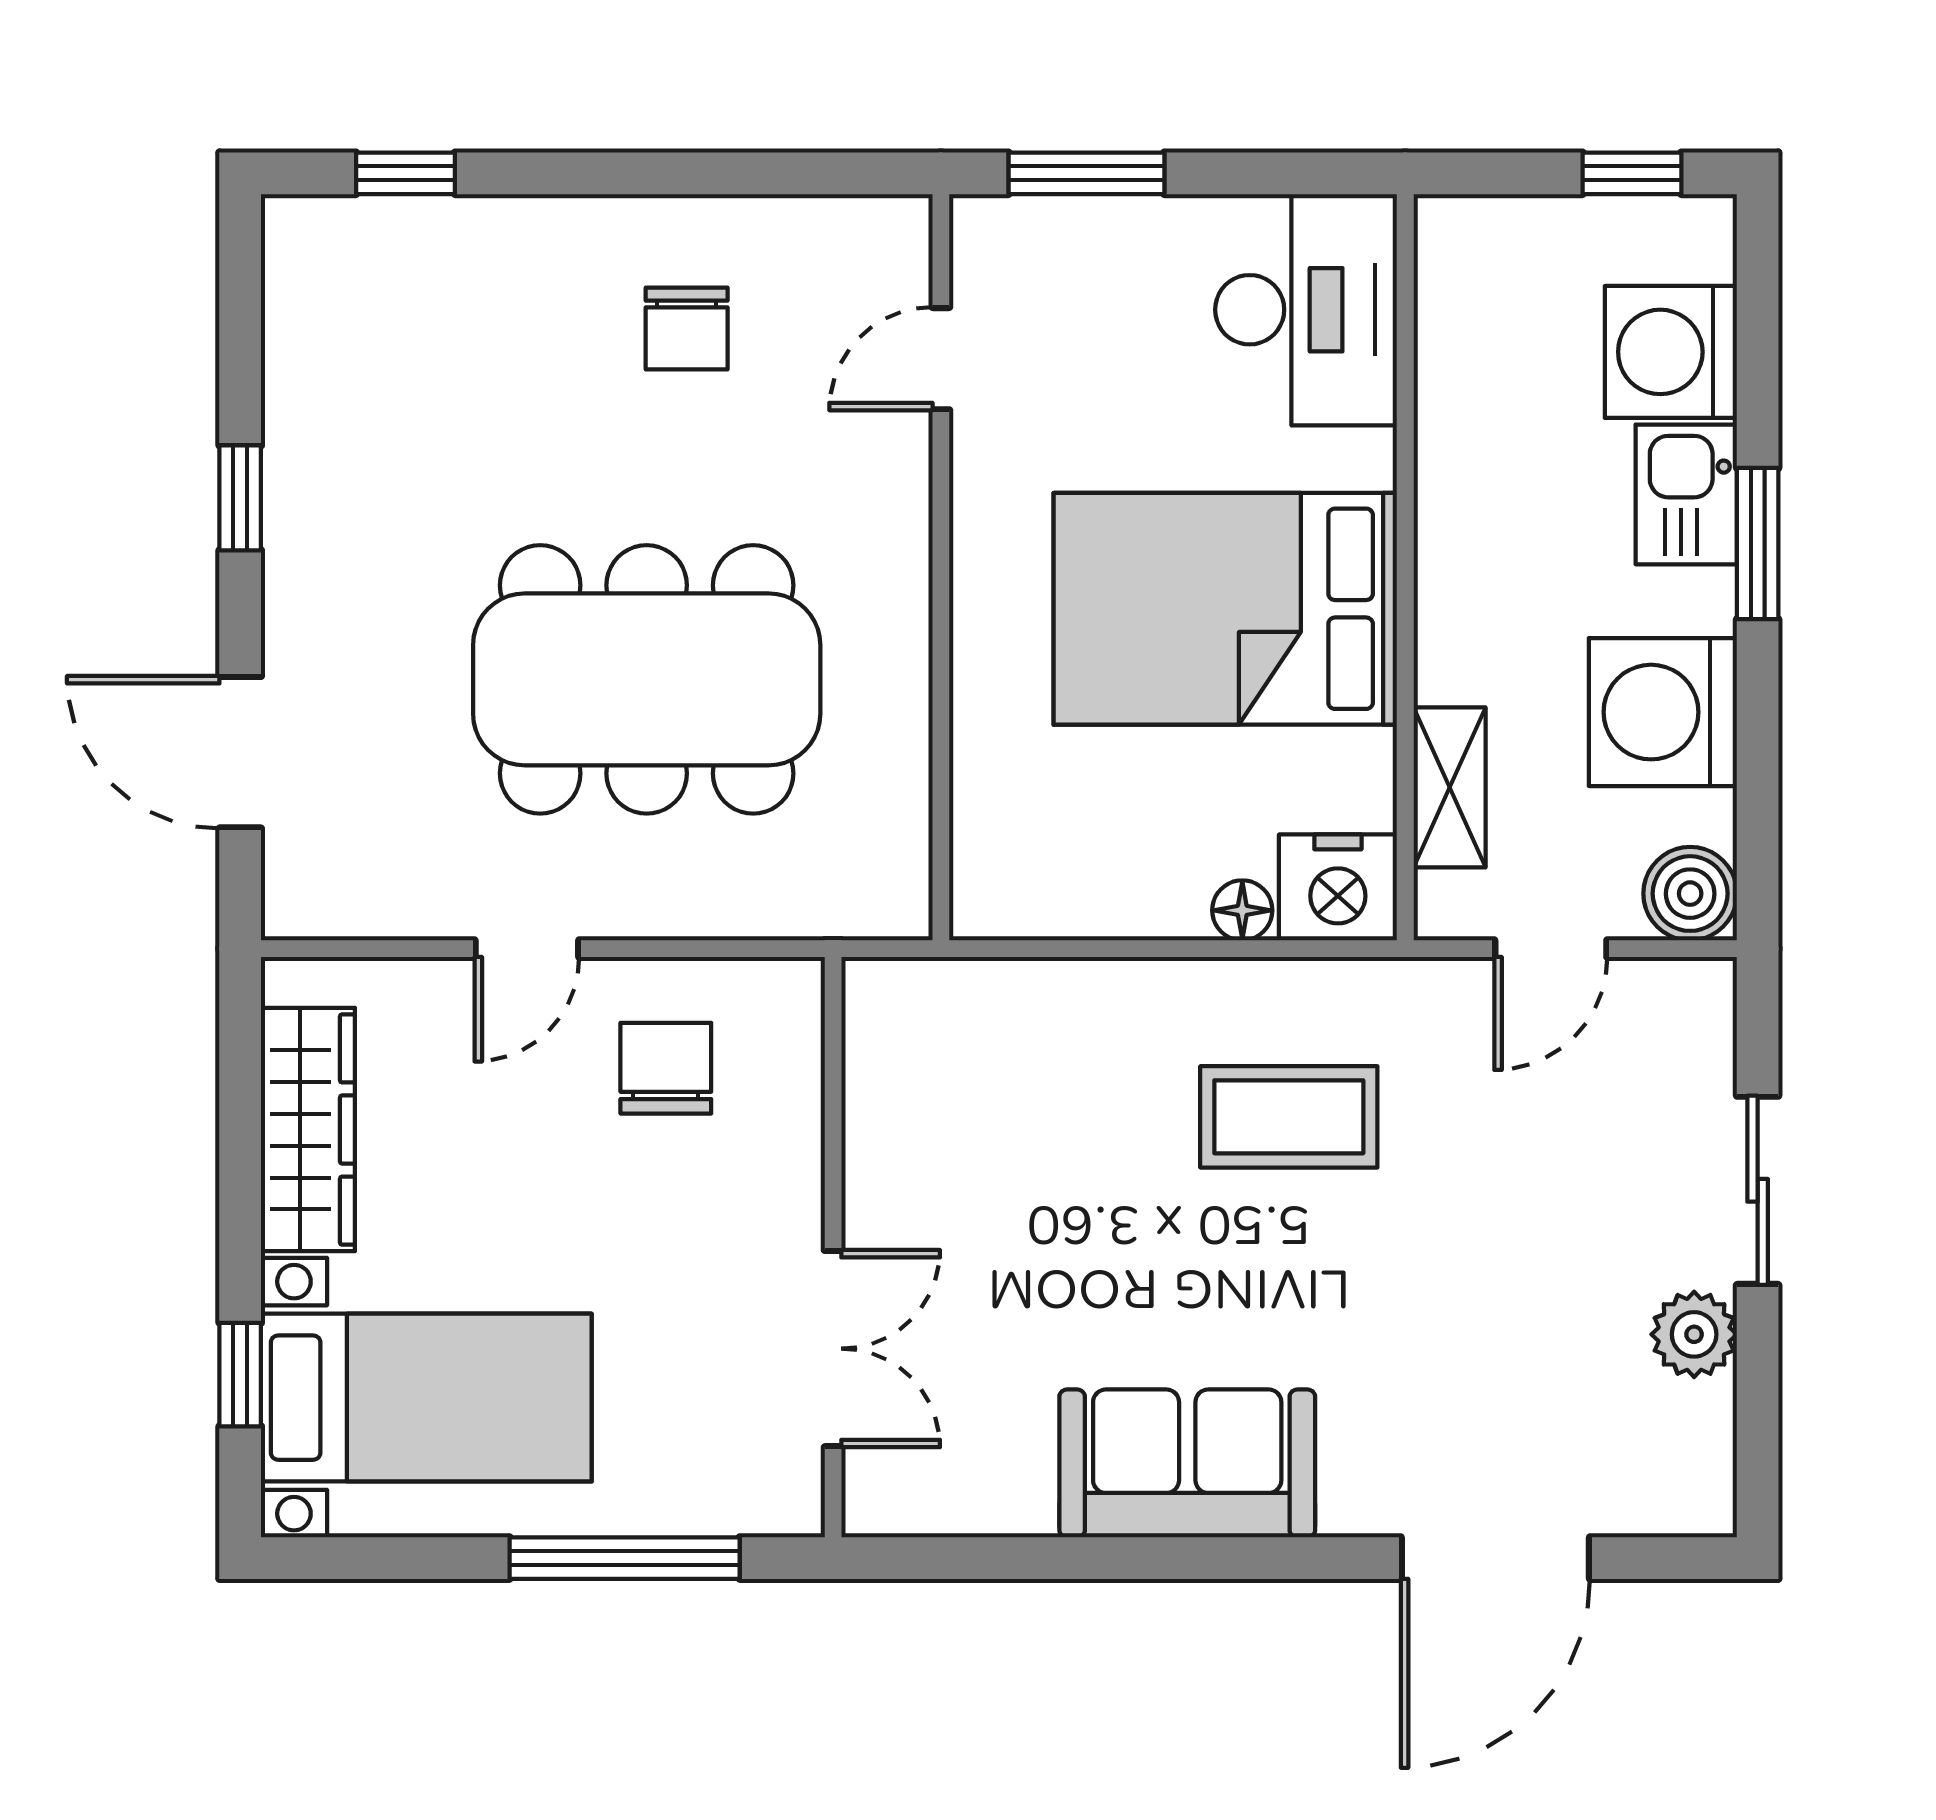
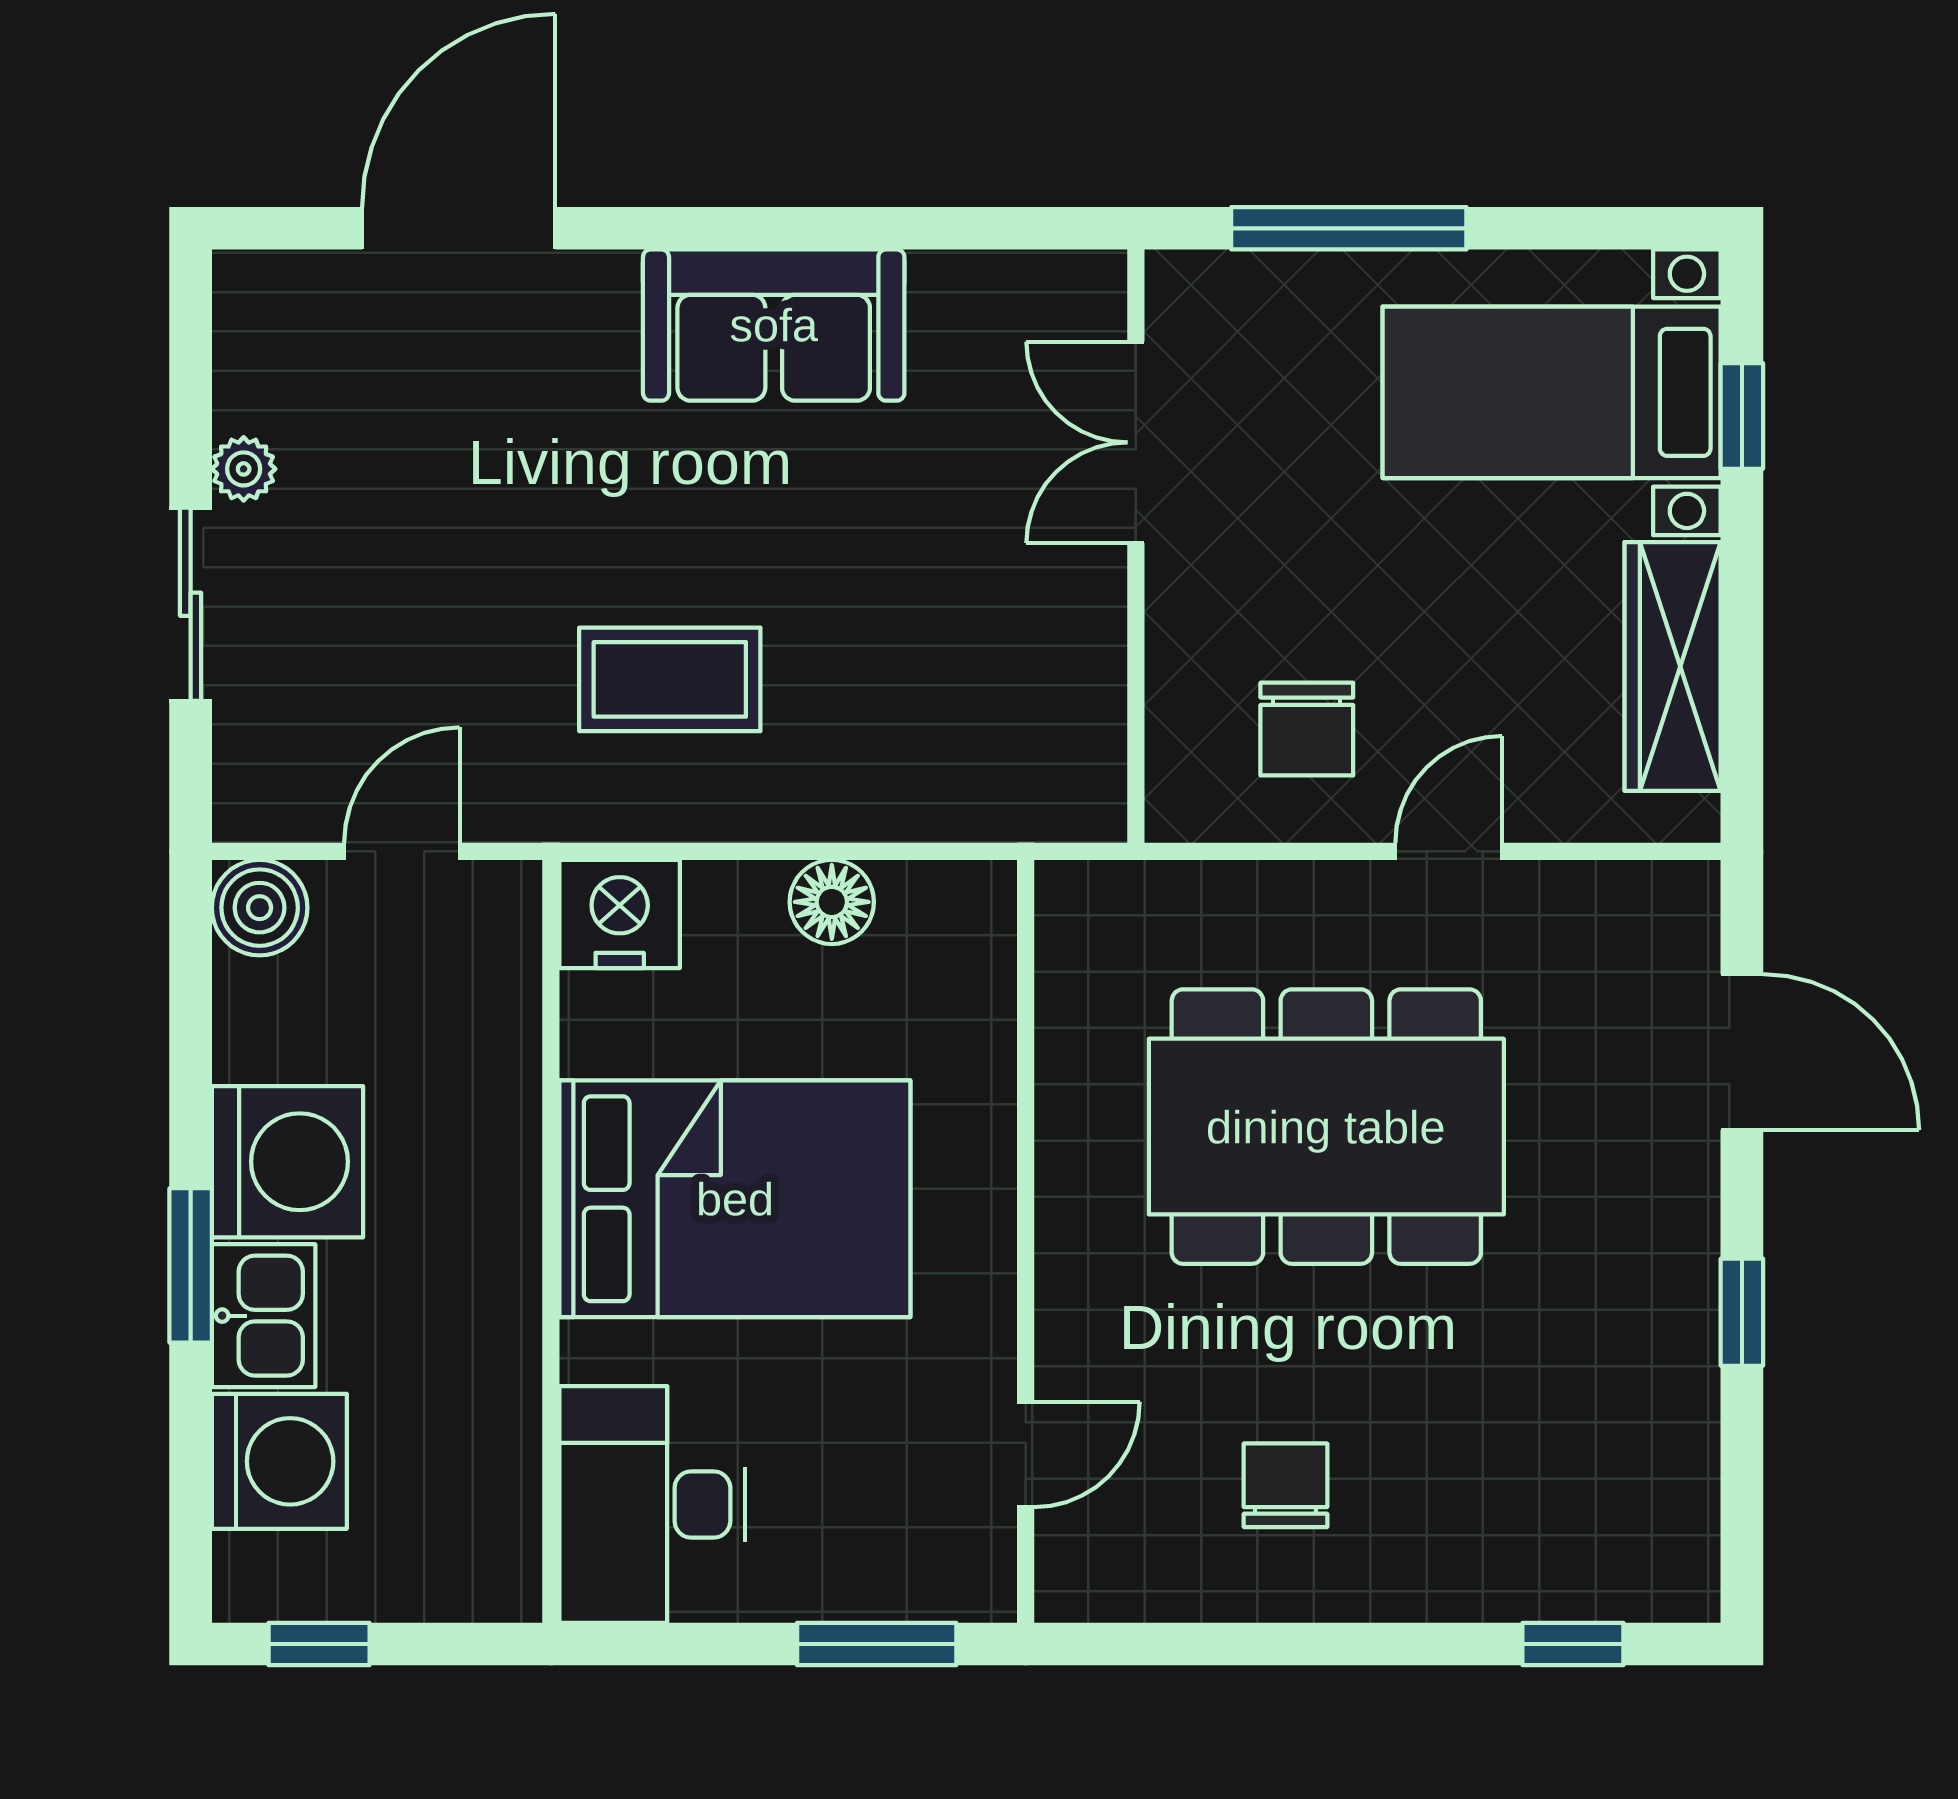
washing machine: (1663, 712) -> (287, 1162), moved
shelving: (1450, 787) -> (506, 1016), removed
floor lamp: (1242, 910) -> (832, 902), moved, width x1.37, depth x1.37
plant: (1694, 1334) -> (244, 469), width x0.73, depth x0.73

